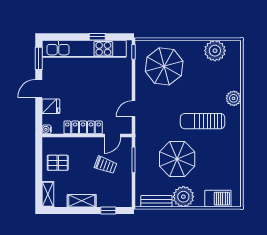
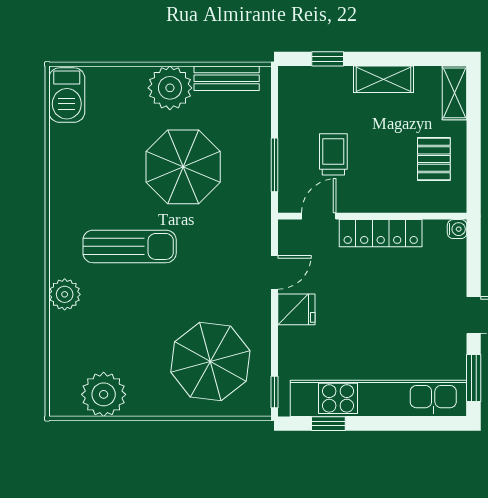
window: (97, 37) -> (328, 424), moved
fridge: (51, 106) -> (296, 309), moved, turned 180
pallet: (58, 163) -> (434, 159), turned 90
trolley: (106, 165) -> (333, 154), turned 70
barbecue: (218, 199) -> (67, 95), moved, turned -90

